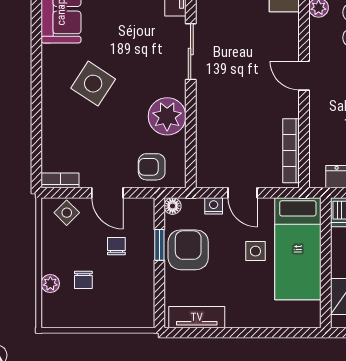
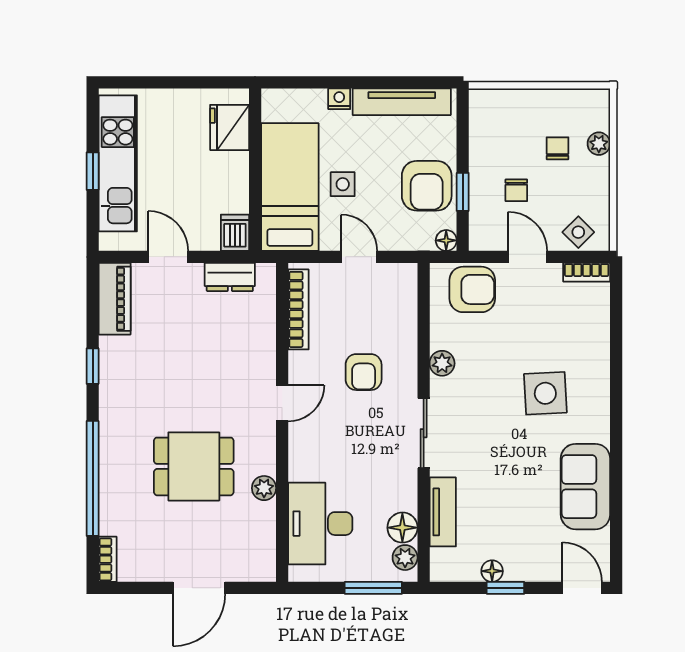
door: (304, 76) -> (282, 403), hinge flipped
side table: (93, 84) -> (545, 393), turned -36
armchair: (239, 101) -> (364, 372), added
plant: (167, 116) -> (442, 363), width x0.53, depth x0.53
armchair: (152, 167) -> (472, 289), width x1.38, depth x1.38
nightstand: (214, 206) -> (339, 99), moved, turned 180
tv unit: (197, 317) -> (402, 102), width x1.41

